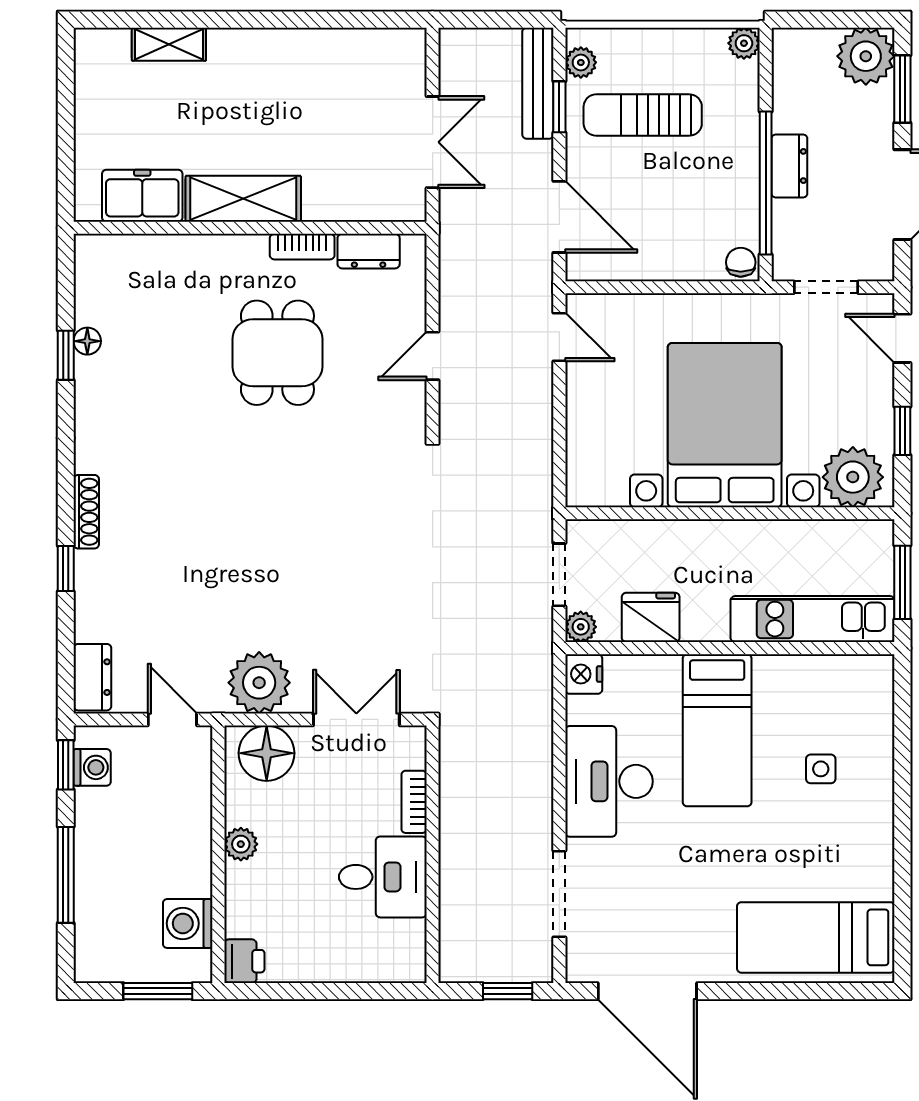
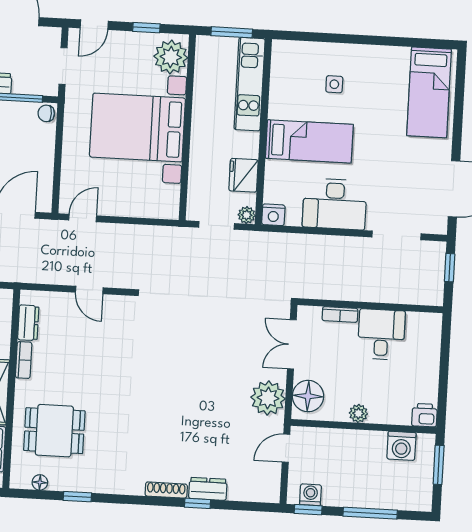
floor lamp: (87, 341) -> (40, 482), moved
dining table: (277, 353) -> (54, 431), moved
dresser: (92, 677) -> (208, 489), moved

